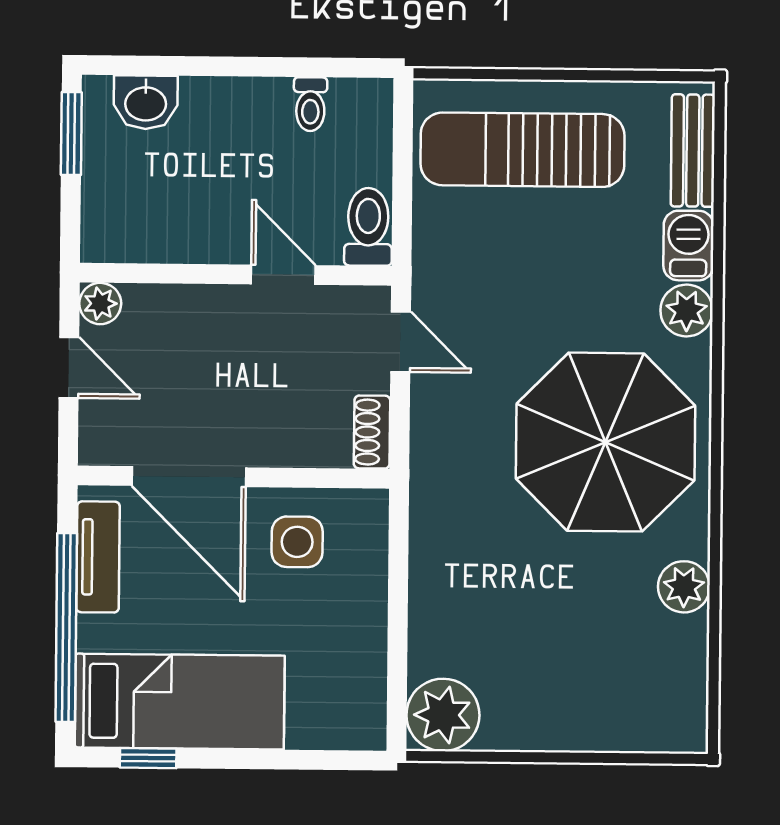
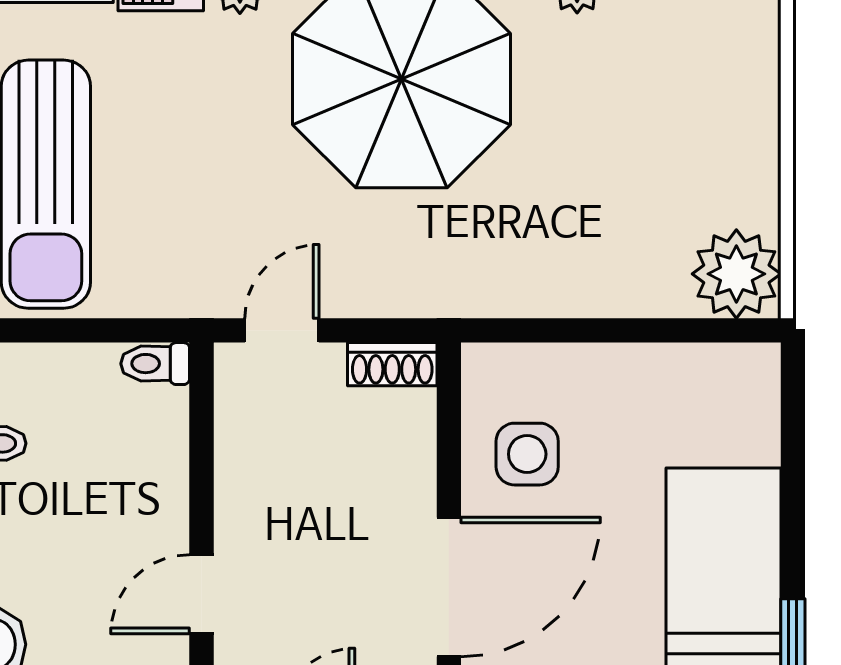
toilet: (368, 227) -> (155, 364), width x0.73, depth x0.72
door: (283, 275) -> (202, 594), moved

